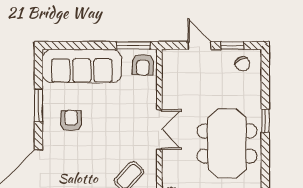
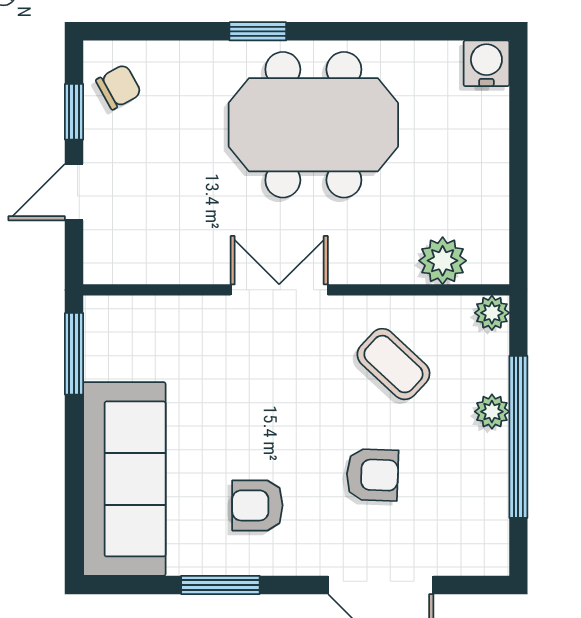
armchair: (143, 65) -> (372, 475), moved

